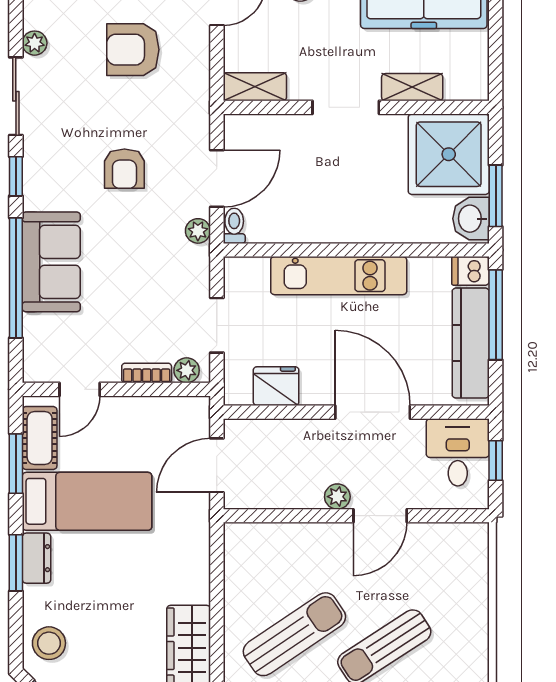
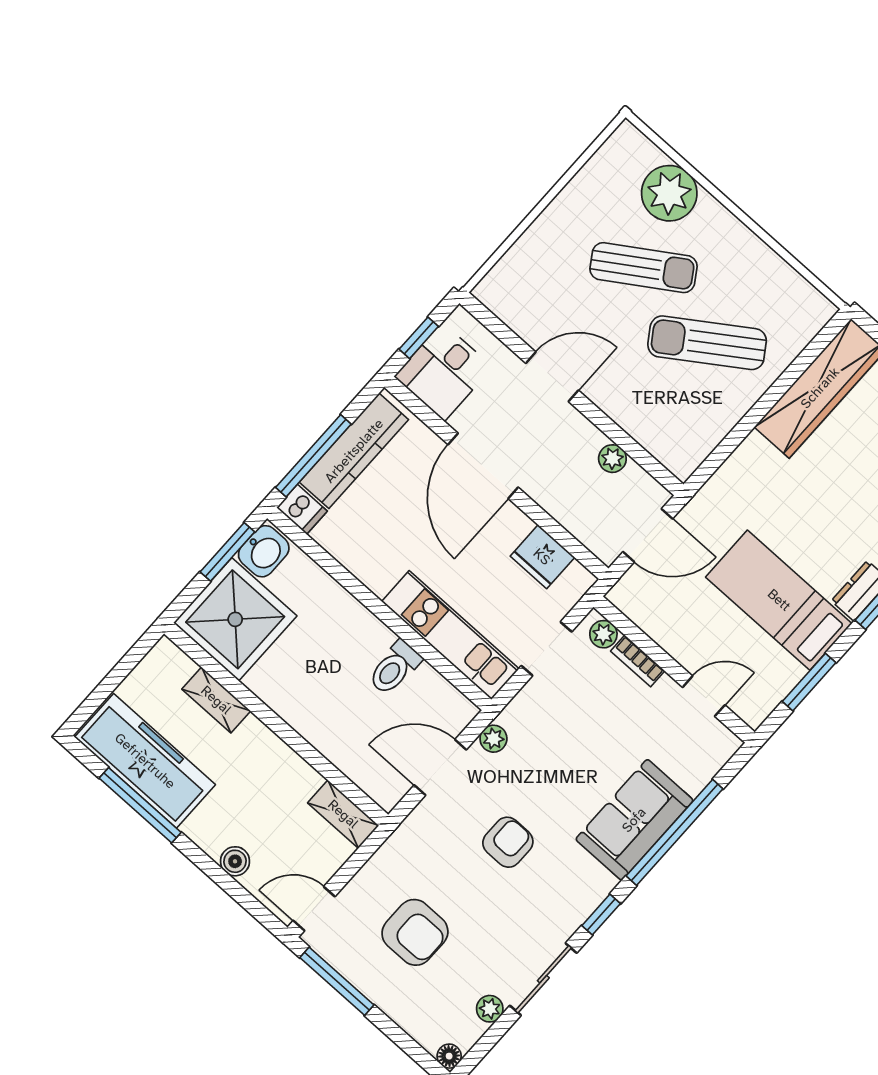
doorway: (346, 107) -> (285, 732), removed
toilet: (234, 226) -> (395, 668), moved, width x1.37, depth x1.39
kitchen unit: (339, 276) -> (450, 635), moved
cot: (40, 438) -> (771, 686), removed
plant: (337, 497) -> (612, 459), moved

